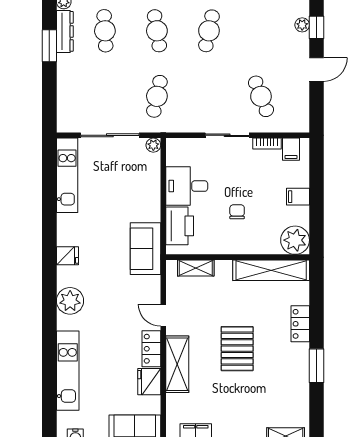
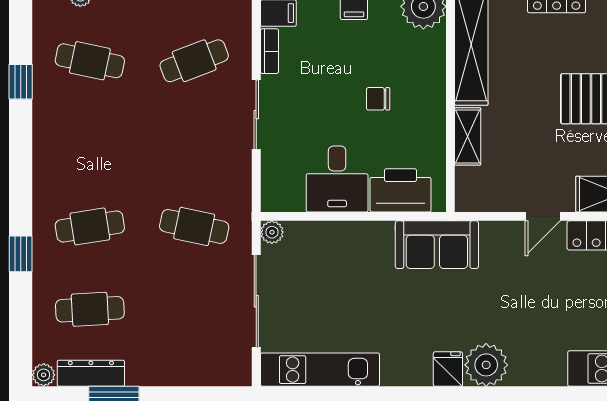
cafe table: (209, 31) -> (90, 61), moved
shelving: (196, 268) -> (468, 136), moved
plant: (70, 301) -> (486, 365), moved

